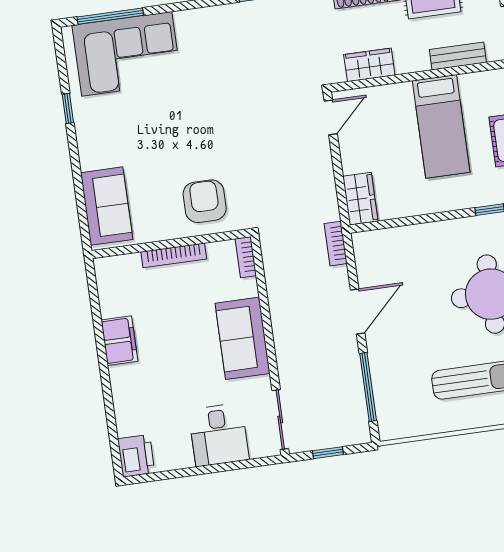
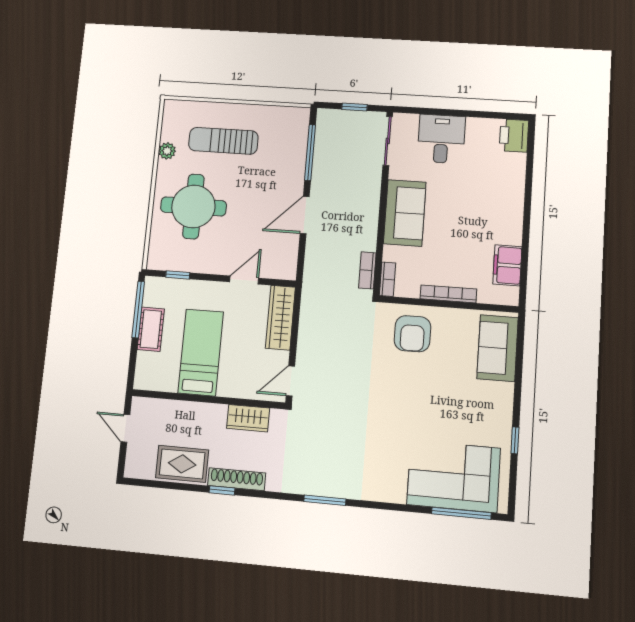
bench: (458, 56) -> (173, 409), removed
wardrobe: (360, 199) -> (280, 318), width x1.50
door: (411, 221) -> (244, 280), added
bookcase: (336, 244) -> (367, 270), moved, turned 180
filing cabinet: (119, 341) -> (507, 265), moved

